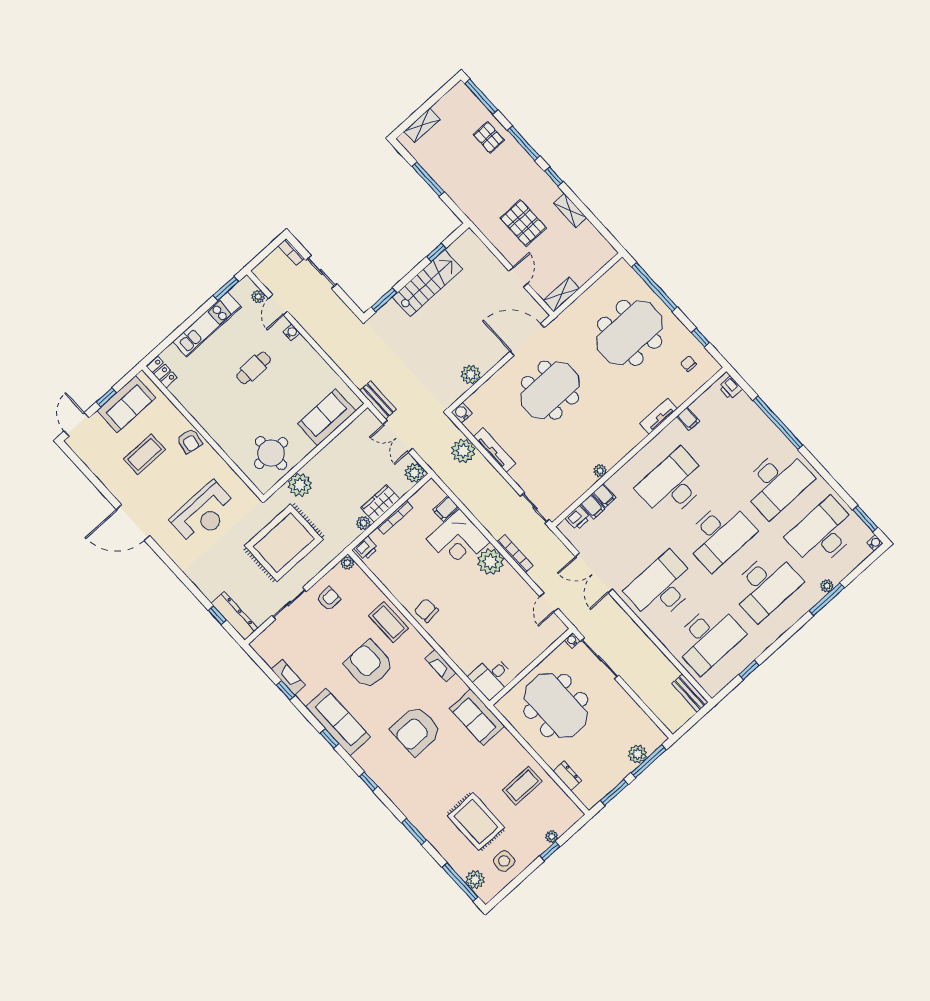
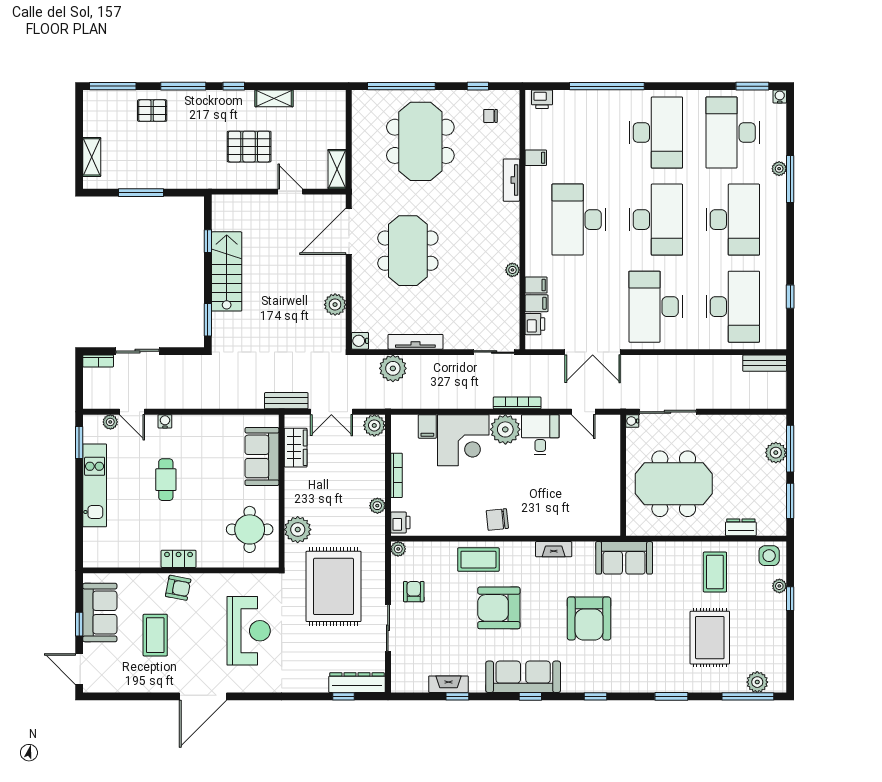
locker: (162, 372) -> (179, 559), moved
wardrobe: (380, 503) -> (296, 448), moved, turned 180
desk: (491, 677) -> (540, 435), moved, turned 180
rug: (476, 822) -> (710, 638), turned 90
side table: (504, 861) -> (769, 556), moved

